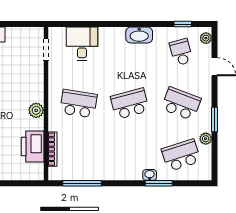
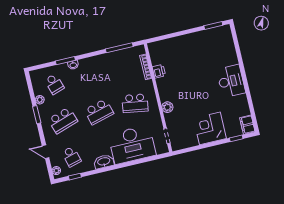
desk: (82, 44) -> (132, 145), width x1.87, depth x1.30
school desk: (181, 104) -> (63, 120), turned -39
plant: (36, 110) -> (167, 107), moved
printer: (33, 147) -> (159, 71), width x0.53, depth x0.68
school desk: (181, 155) -> (54, 84), width x0.54

